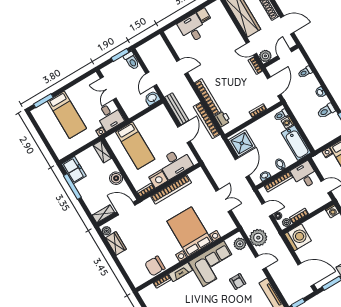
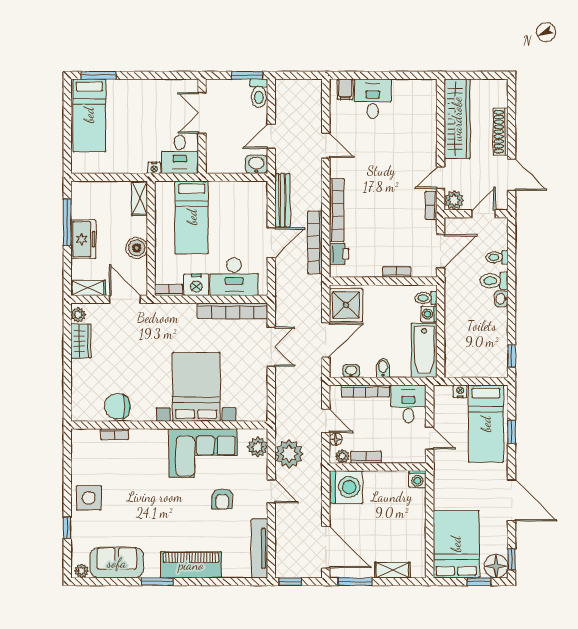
filing cabinet: (203, 15) -> (345, 89), moved
door: (251, 48) -> (441, 178), hinge flipped
toilet: (326, 111) -> (494, 281), moved
bed: (67, 115) -> (89, 115), moved
freezer: (74, 170) -> (83, 239), moved
bookcase: (171, 190) -> (233, 311), moved
double door: (223, 200) -> (271, 347), moved
fireplace: (180, 272) -> (149, 437), removed

